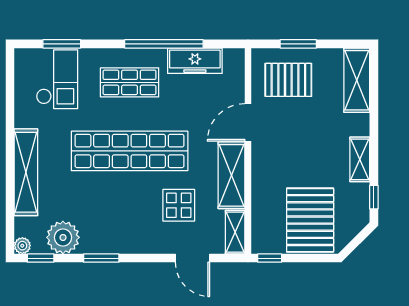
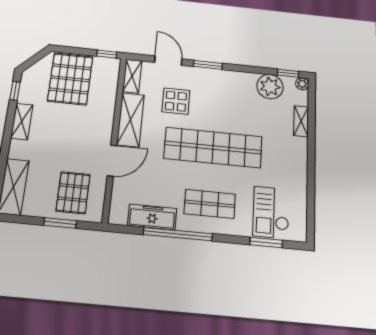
pallet: (288, 80) -> (73, 193), turned 90
shelving: (26, 172) -> (301, 121), width x0.45, depth x0.75
window: (101, 258) -> (208, 65), moved

